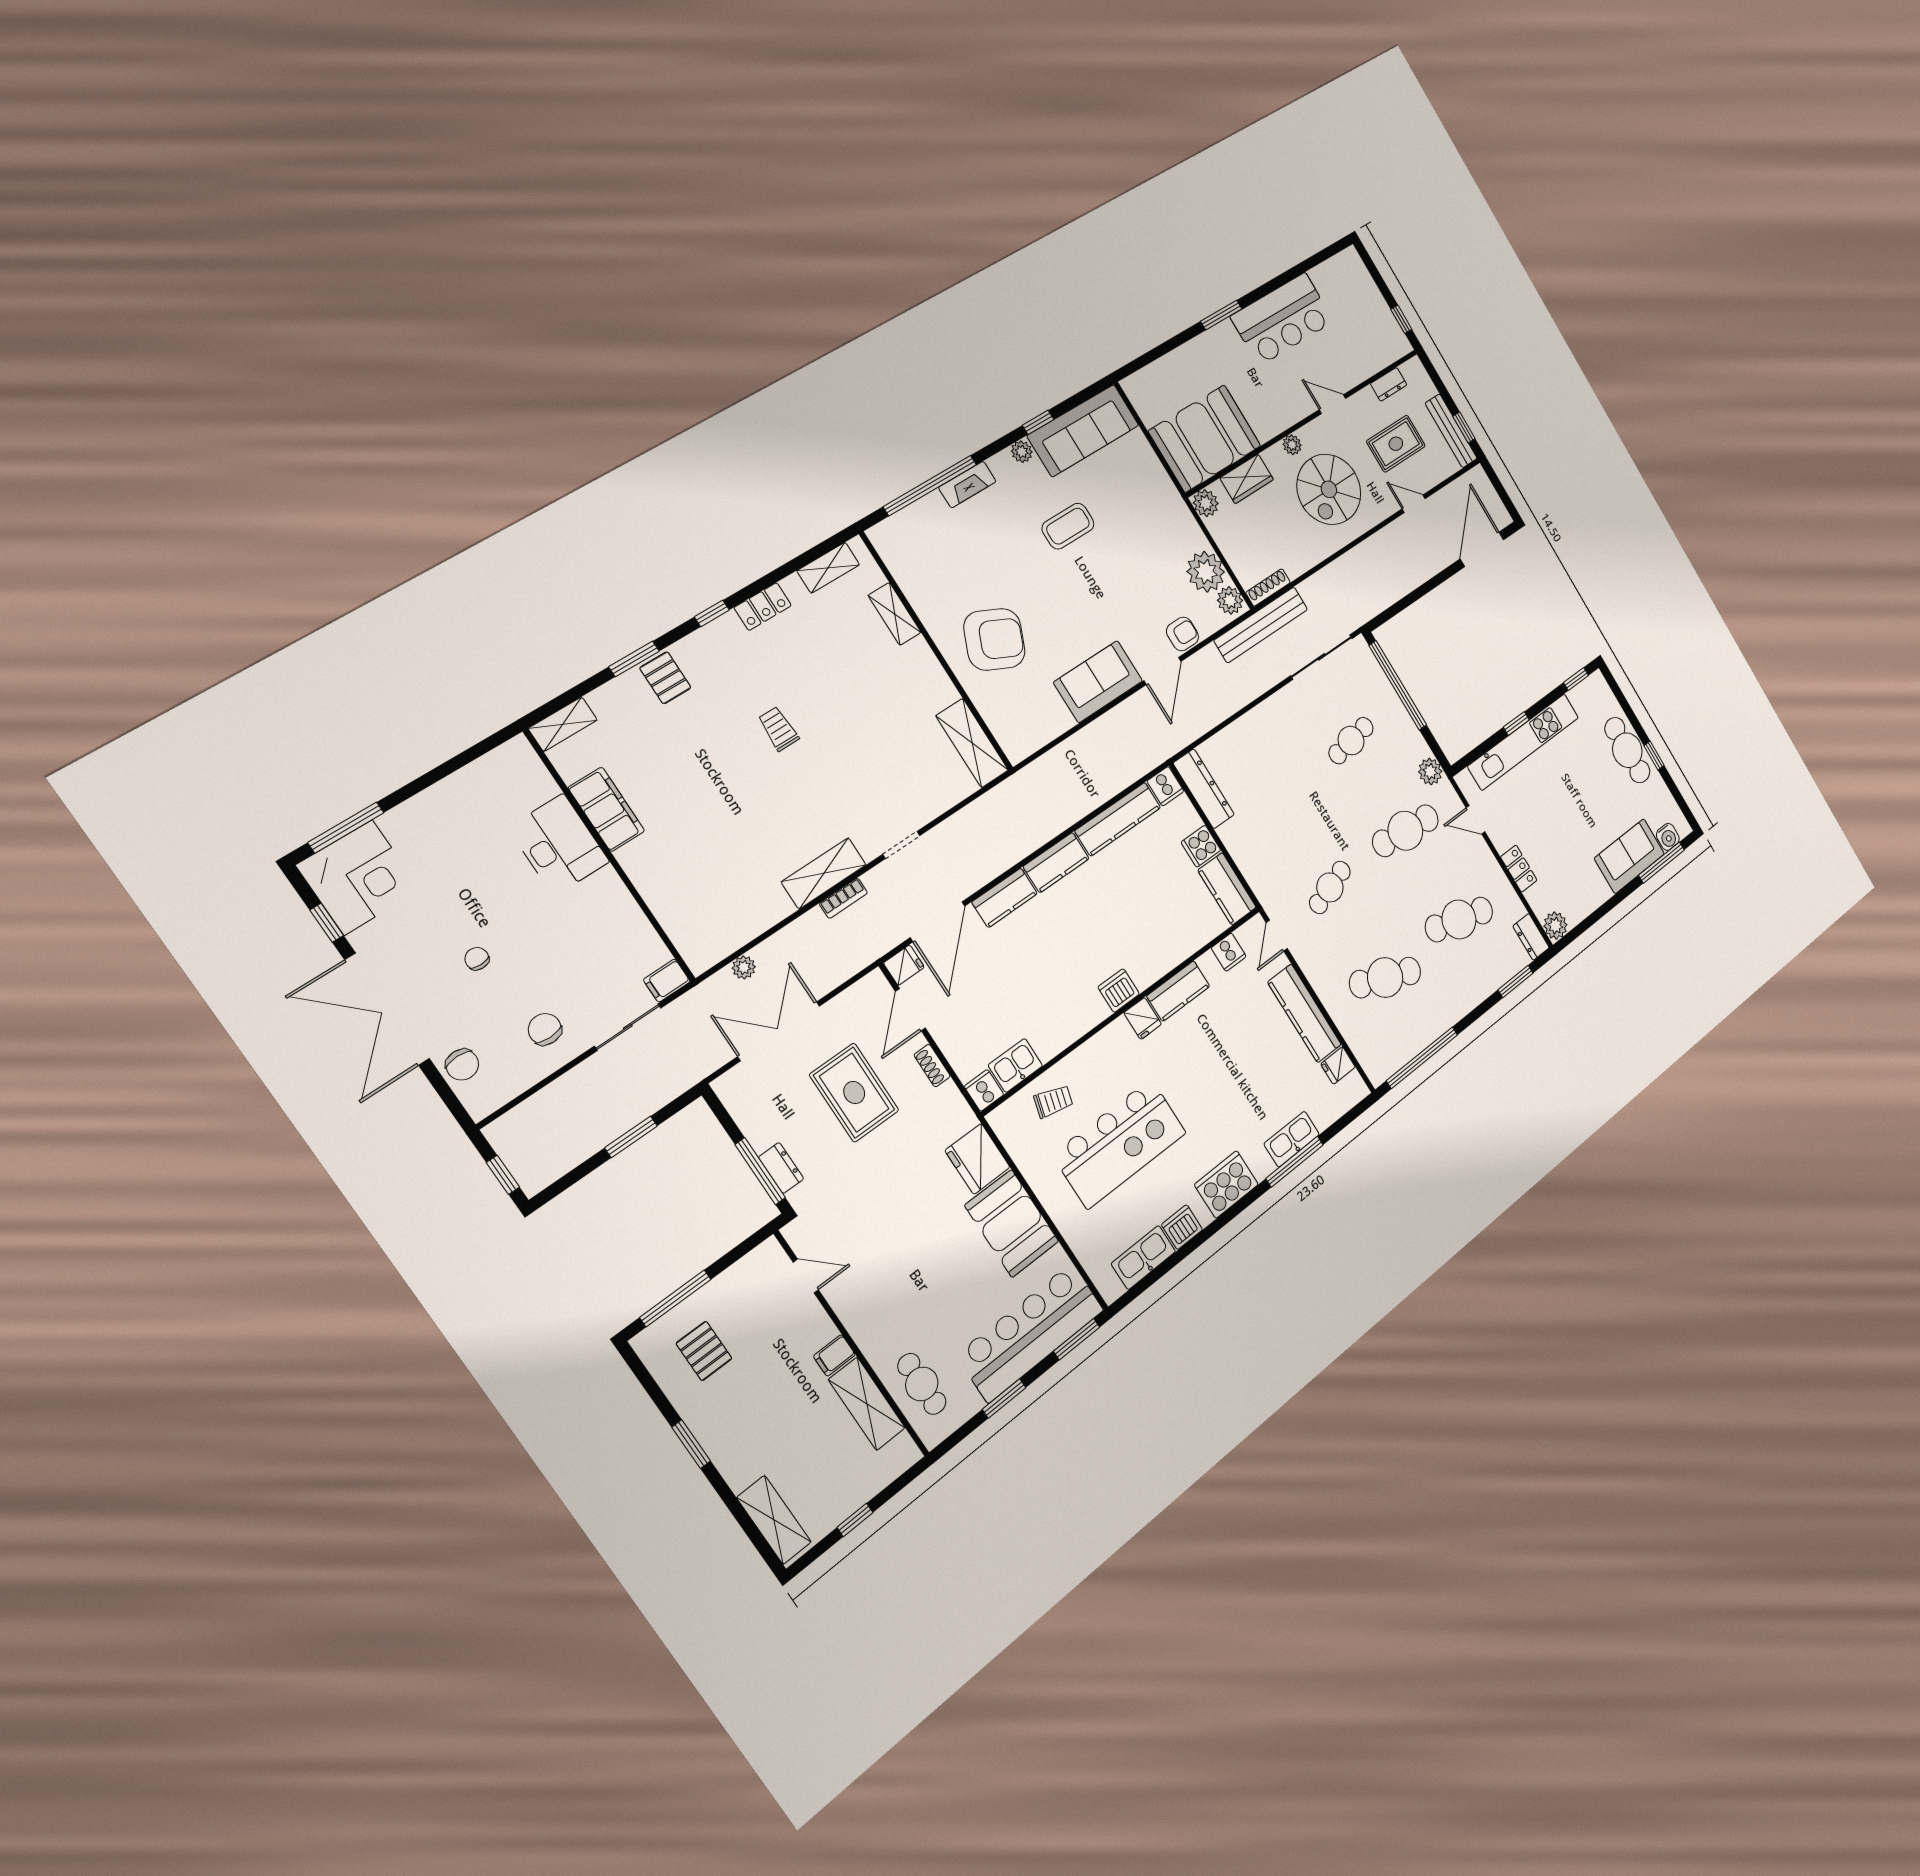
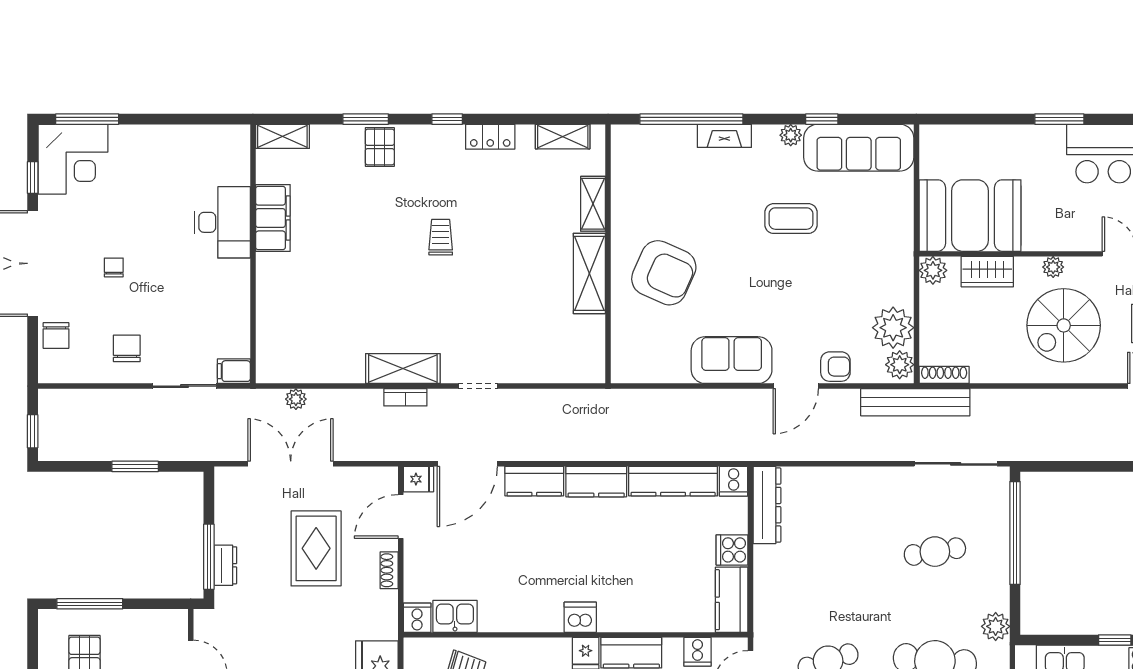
shelving: (972, 743) -> (589, 273), moved

